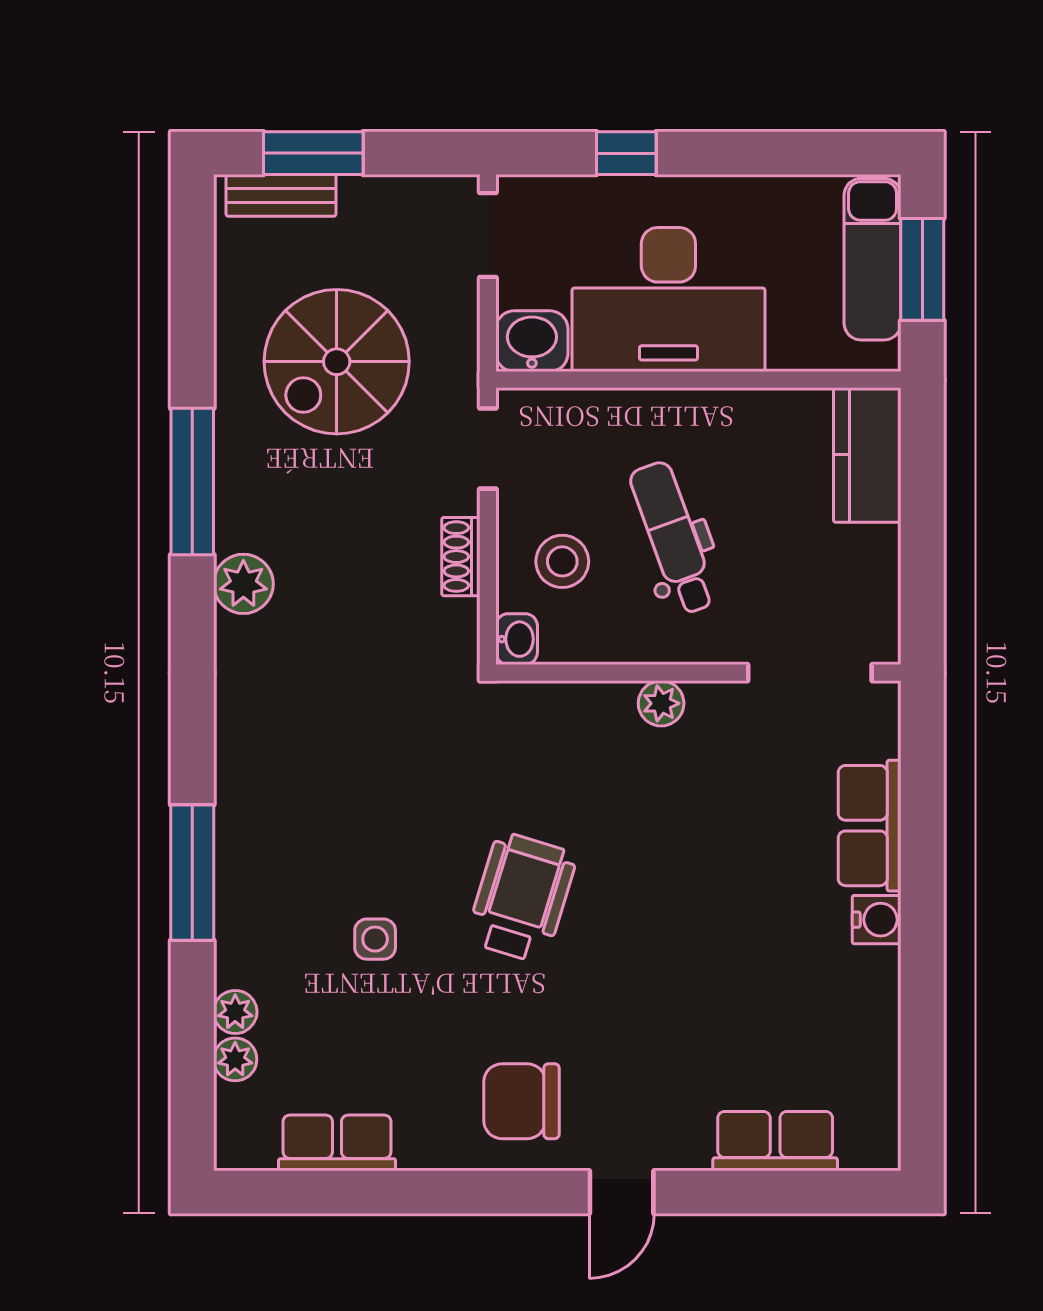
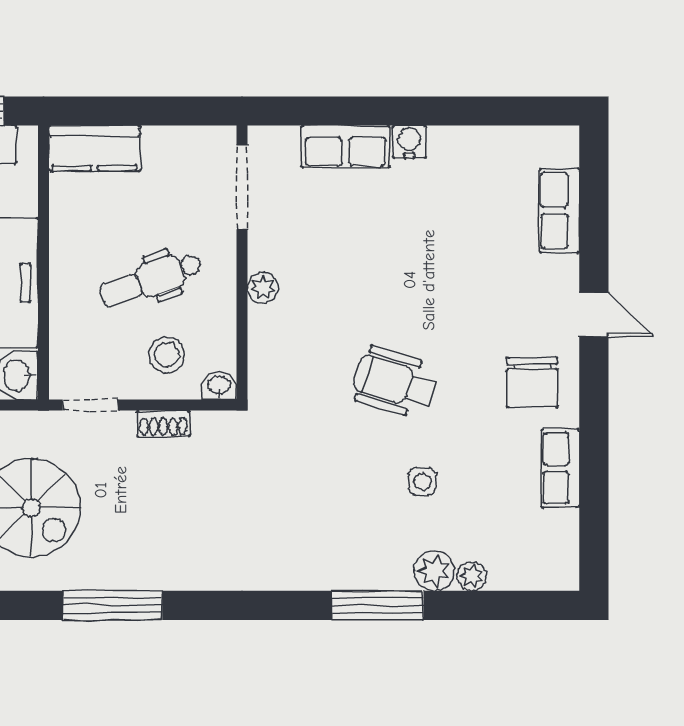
plant: (243, 584) -> (182, 571), removed
plant: (235, 1059) -> (434, 571), moved, width x1.38, depth x1.38
row of seats: (337, 1143) -> (560, 468), moved

